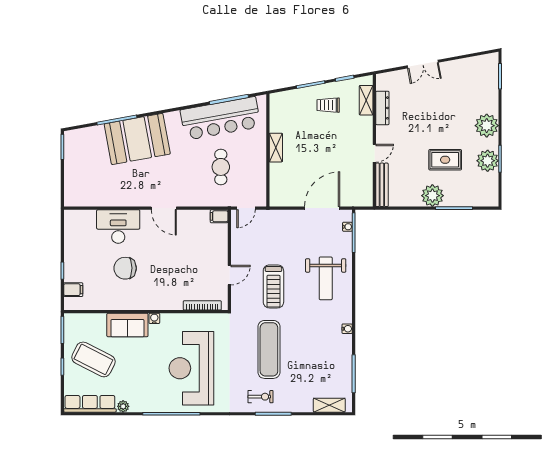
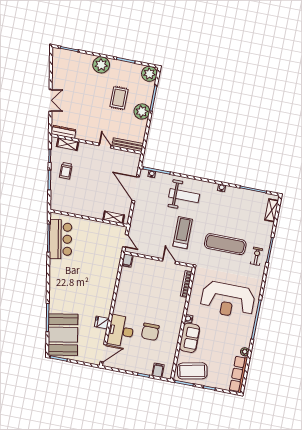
dresser: (382, 108) -> (64, 132), moved
bar counter: (220, 118) -> (61, 239), width x0.73
booth: (137, 139) -> (63, 335), moved
shelving: (276, 148) -> (114, 217), moved
plant: (488, 161) -> (149, 74), moved
cafe table: (221, 167) -> (94, 253), removed
fridge: (125, 197) -> (102, 323), added
door: (164, 208) -> (103, 353), moved
treadmill: (273, 286) -> (183, 233), turned -90
coffee table: (93, 359) -> (192, 371), moved, turned 51

